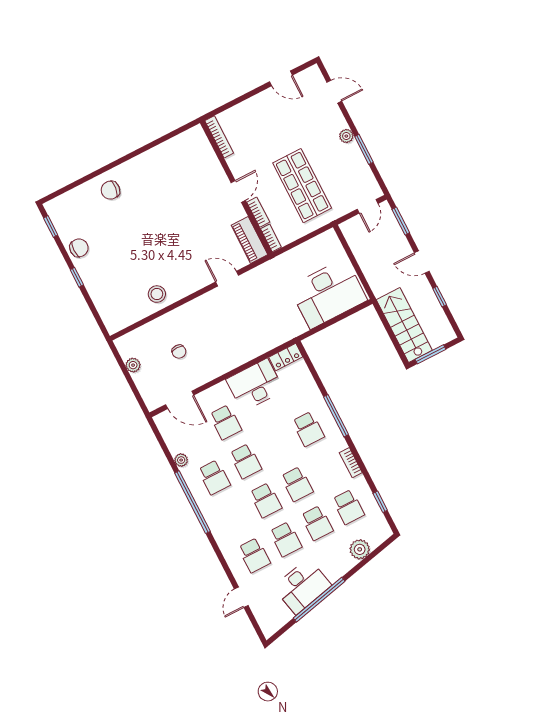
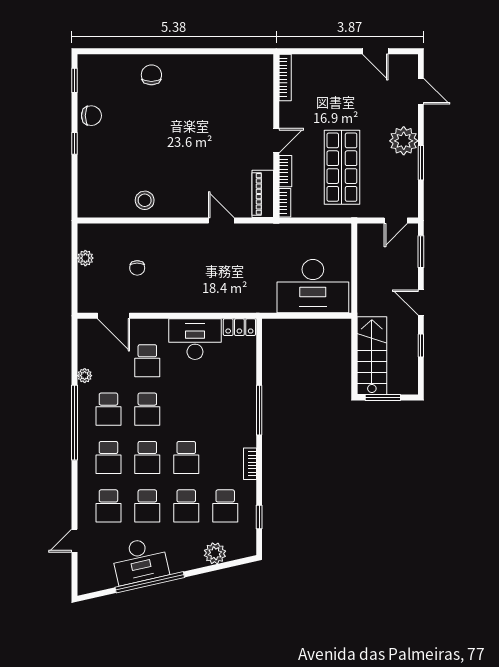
plant: (346, 136) -> (404, 141), width x1.87, depth x1.87
chair: (110, 190) -> (151, 75), turned 84
school desk: (308, 429) -> (108, 458), moved

